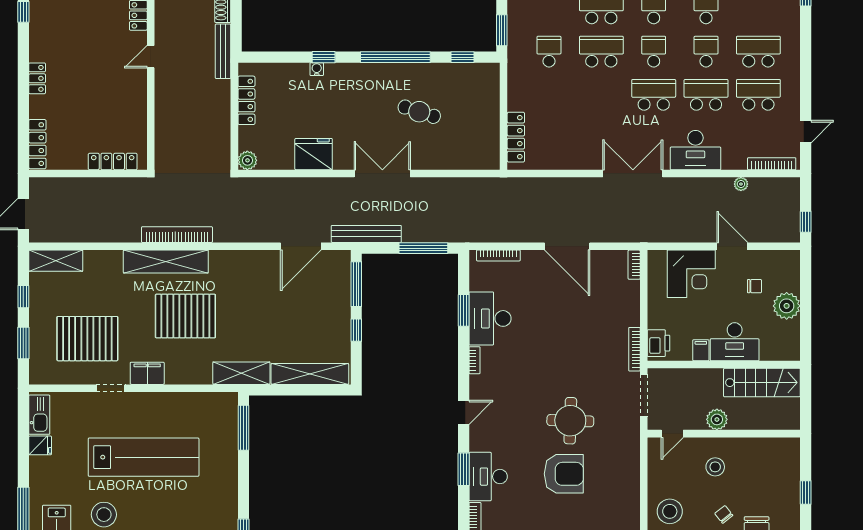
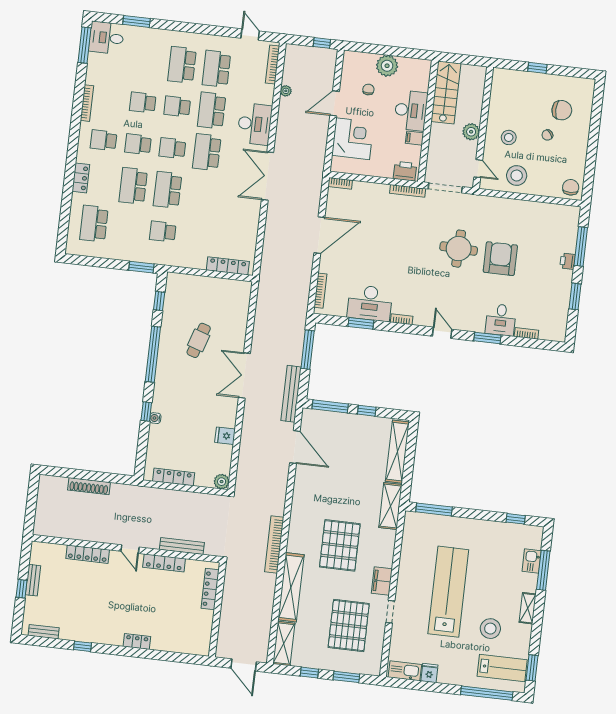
bench: (223, 51) -> (182, 546), moved
locker: (37, 144) -> (164, 563), moved, turned 180
fridge: (314, 154) -> (225, 436), width x0.53, depth x0.75
shelving: (166, 261) -> (291, 587), moved
desk: (488, 477) -> (501, 320), width x0.73
stool: (670, 511) -> (517, 176), moved

